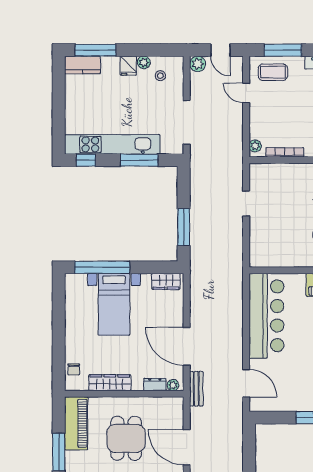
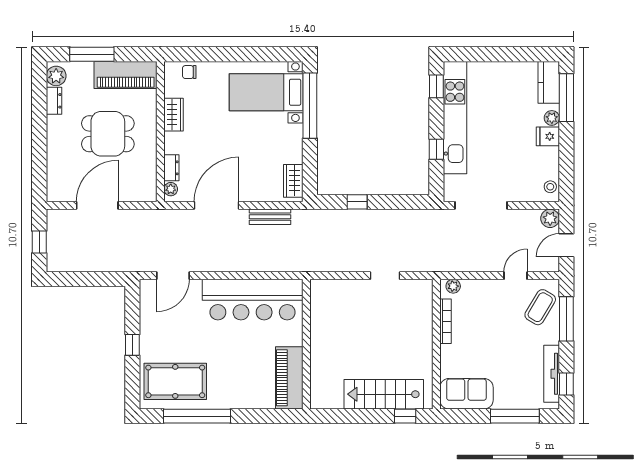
plant: (144, 62) -> (552, 118), moved
coffee table: (273, 72) -> (540, 307), turned 31
stool: (160, 76) -> (550, 187), moved
window: (139, 160) -> (436, 149), width x0.46
window: (184, 227) -> (357, 202), width x0.46
bed with nightstands: (114, 304) -> (266, 92), moved
wardrobe: (110, 383) -> (174, 115), width x0.67
bench: (196, 389) -> (270, 217), moved

